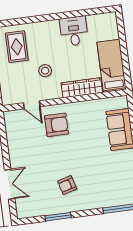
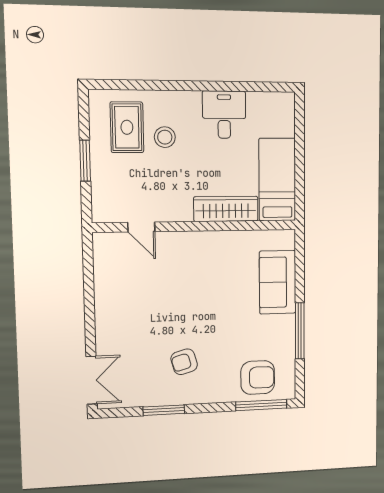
stool: (45, 71) -> (165, 137), moved
armchair: (56, 125) -> (258, 378), moved
double door: (10, 184) -> (92, 380), moved

